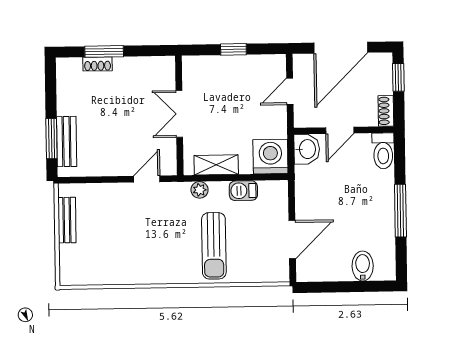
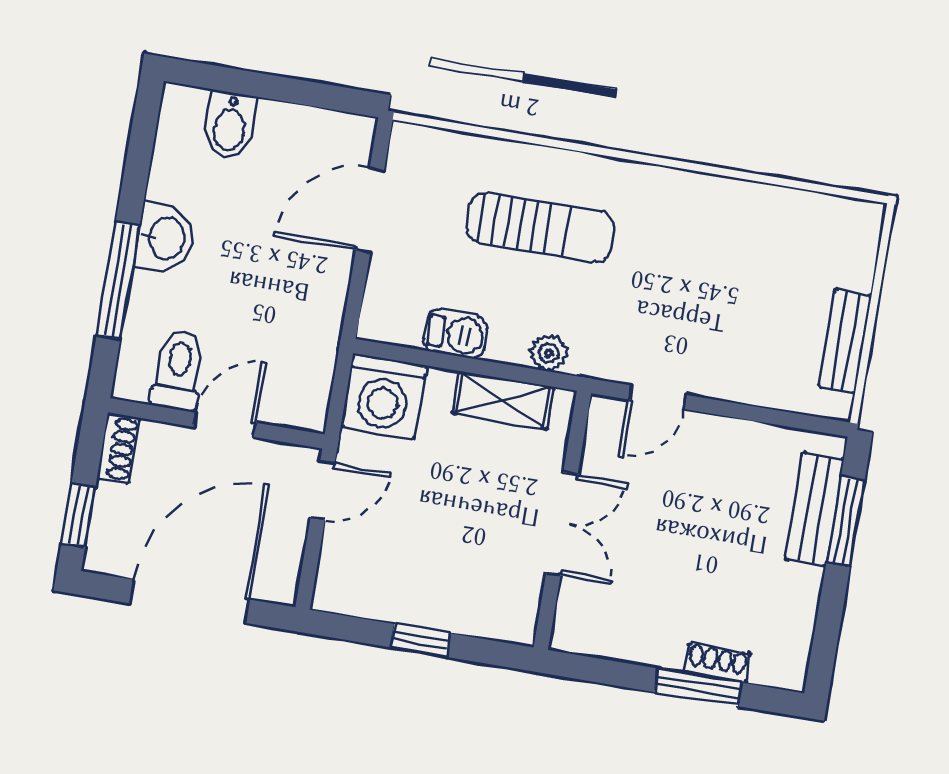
door: (290, 91) -> (323, 491), moved
washbasin: (307, 149) -> (165, 238), moved, turned 180
toilet: (383, 151) -> (178, 370), moved
window: (400, 211) -> (118, 280), moved
sun lounger: (214, 246) -> (540, 228), turned 90

